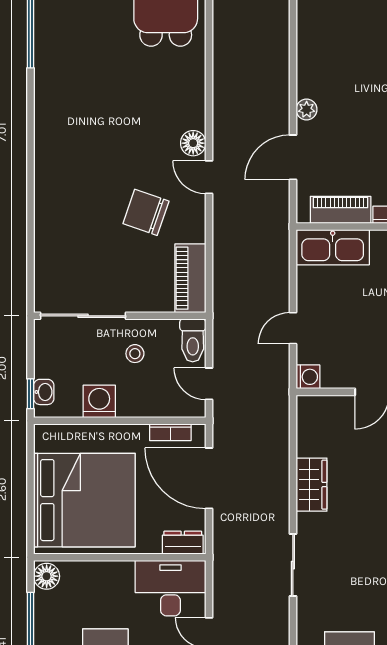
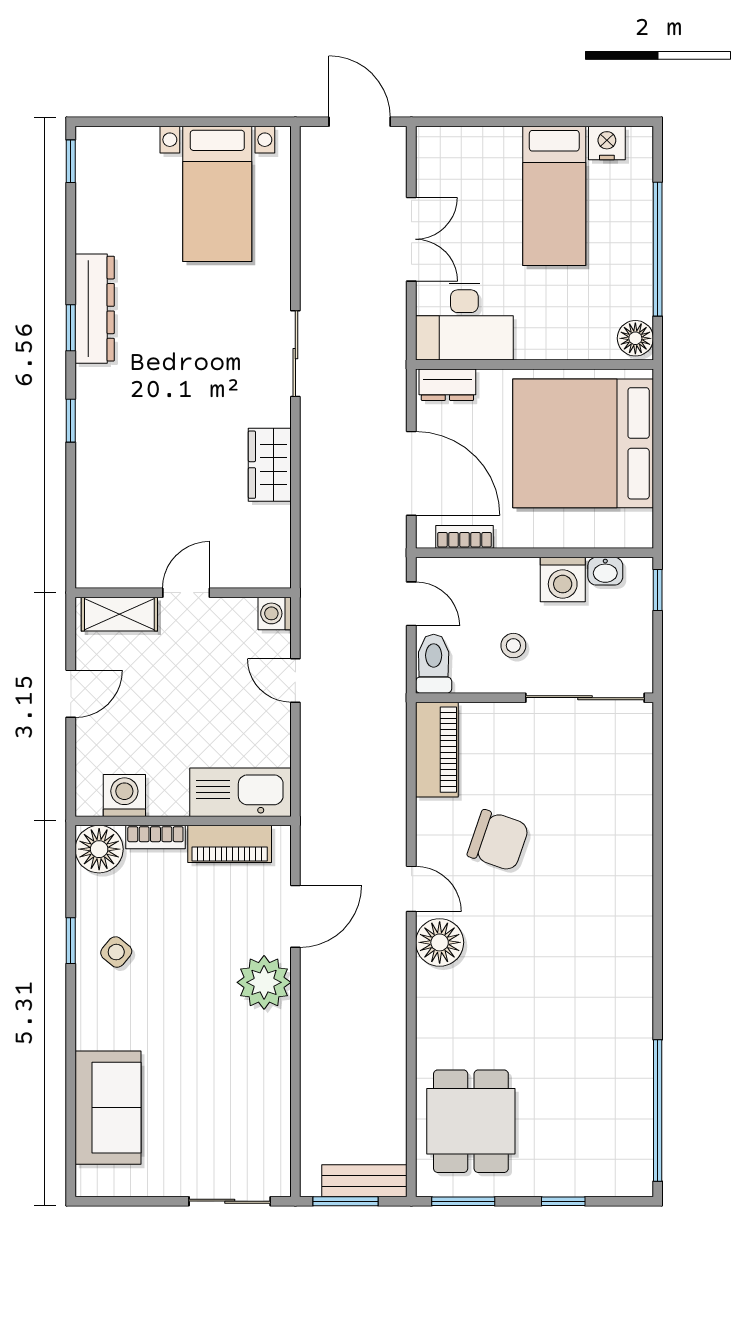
plant: (307, 109) -> (264, 982), width x1.88, depth x1.88
floor lamp: (193, 143) -> (440, 942), width x1.38, depth x1.38
door: (293, 328) -> (295, 681), swing flipped
washbasin: (44, 392) -> (605, 571), moved, turned -90

